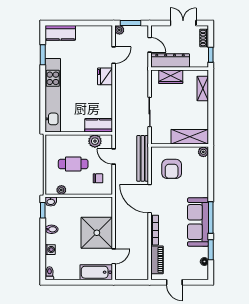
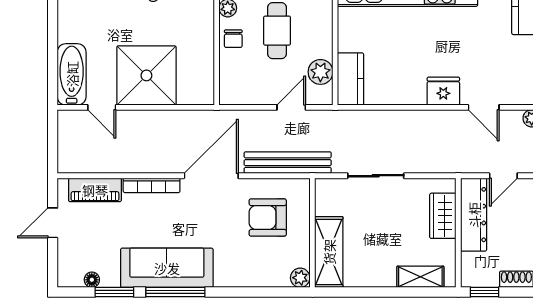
chair: (98, 178) -> (233, 39), moved

